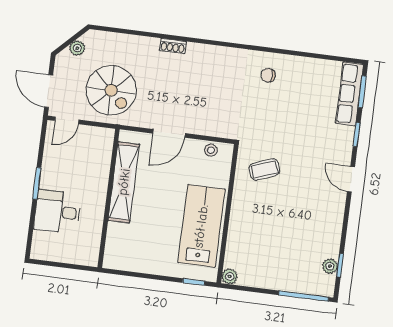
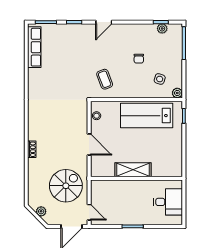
chair: (268, 75) -> (139, 59), moved
row of seats: (349, 94) -> (34, 47), moved, turned -90
shelving: (124, 182) -> (133, 170), width x0.68
desk: (57, 212) -> (168, 202), moved, turned -90
side table: (254, 253) -> (160, 79), added

